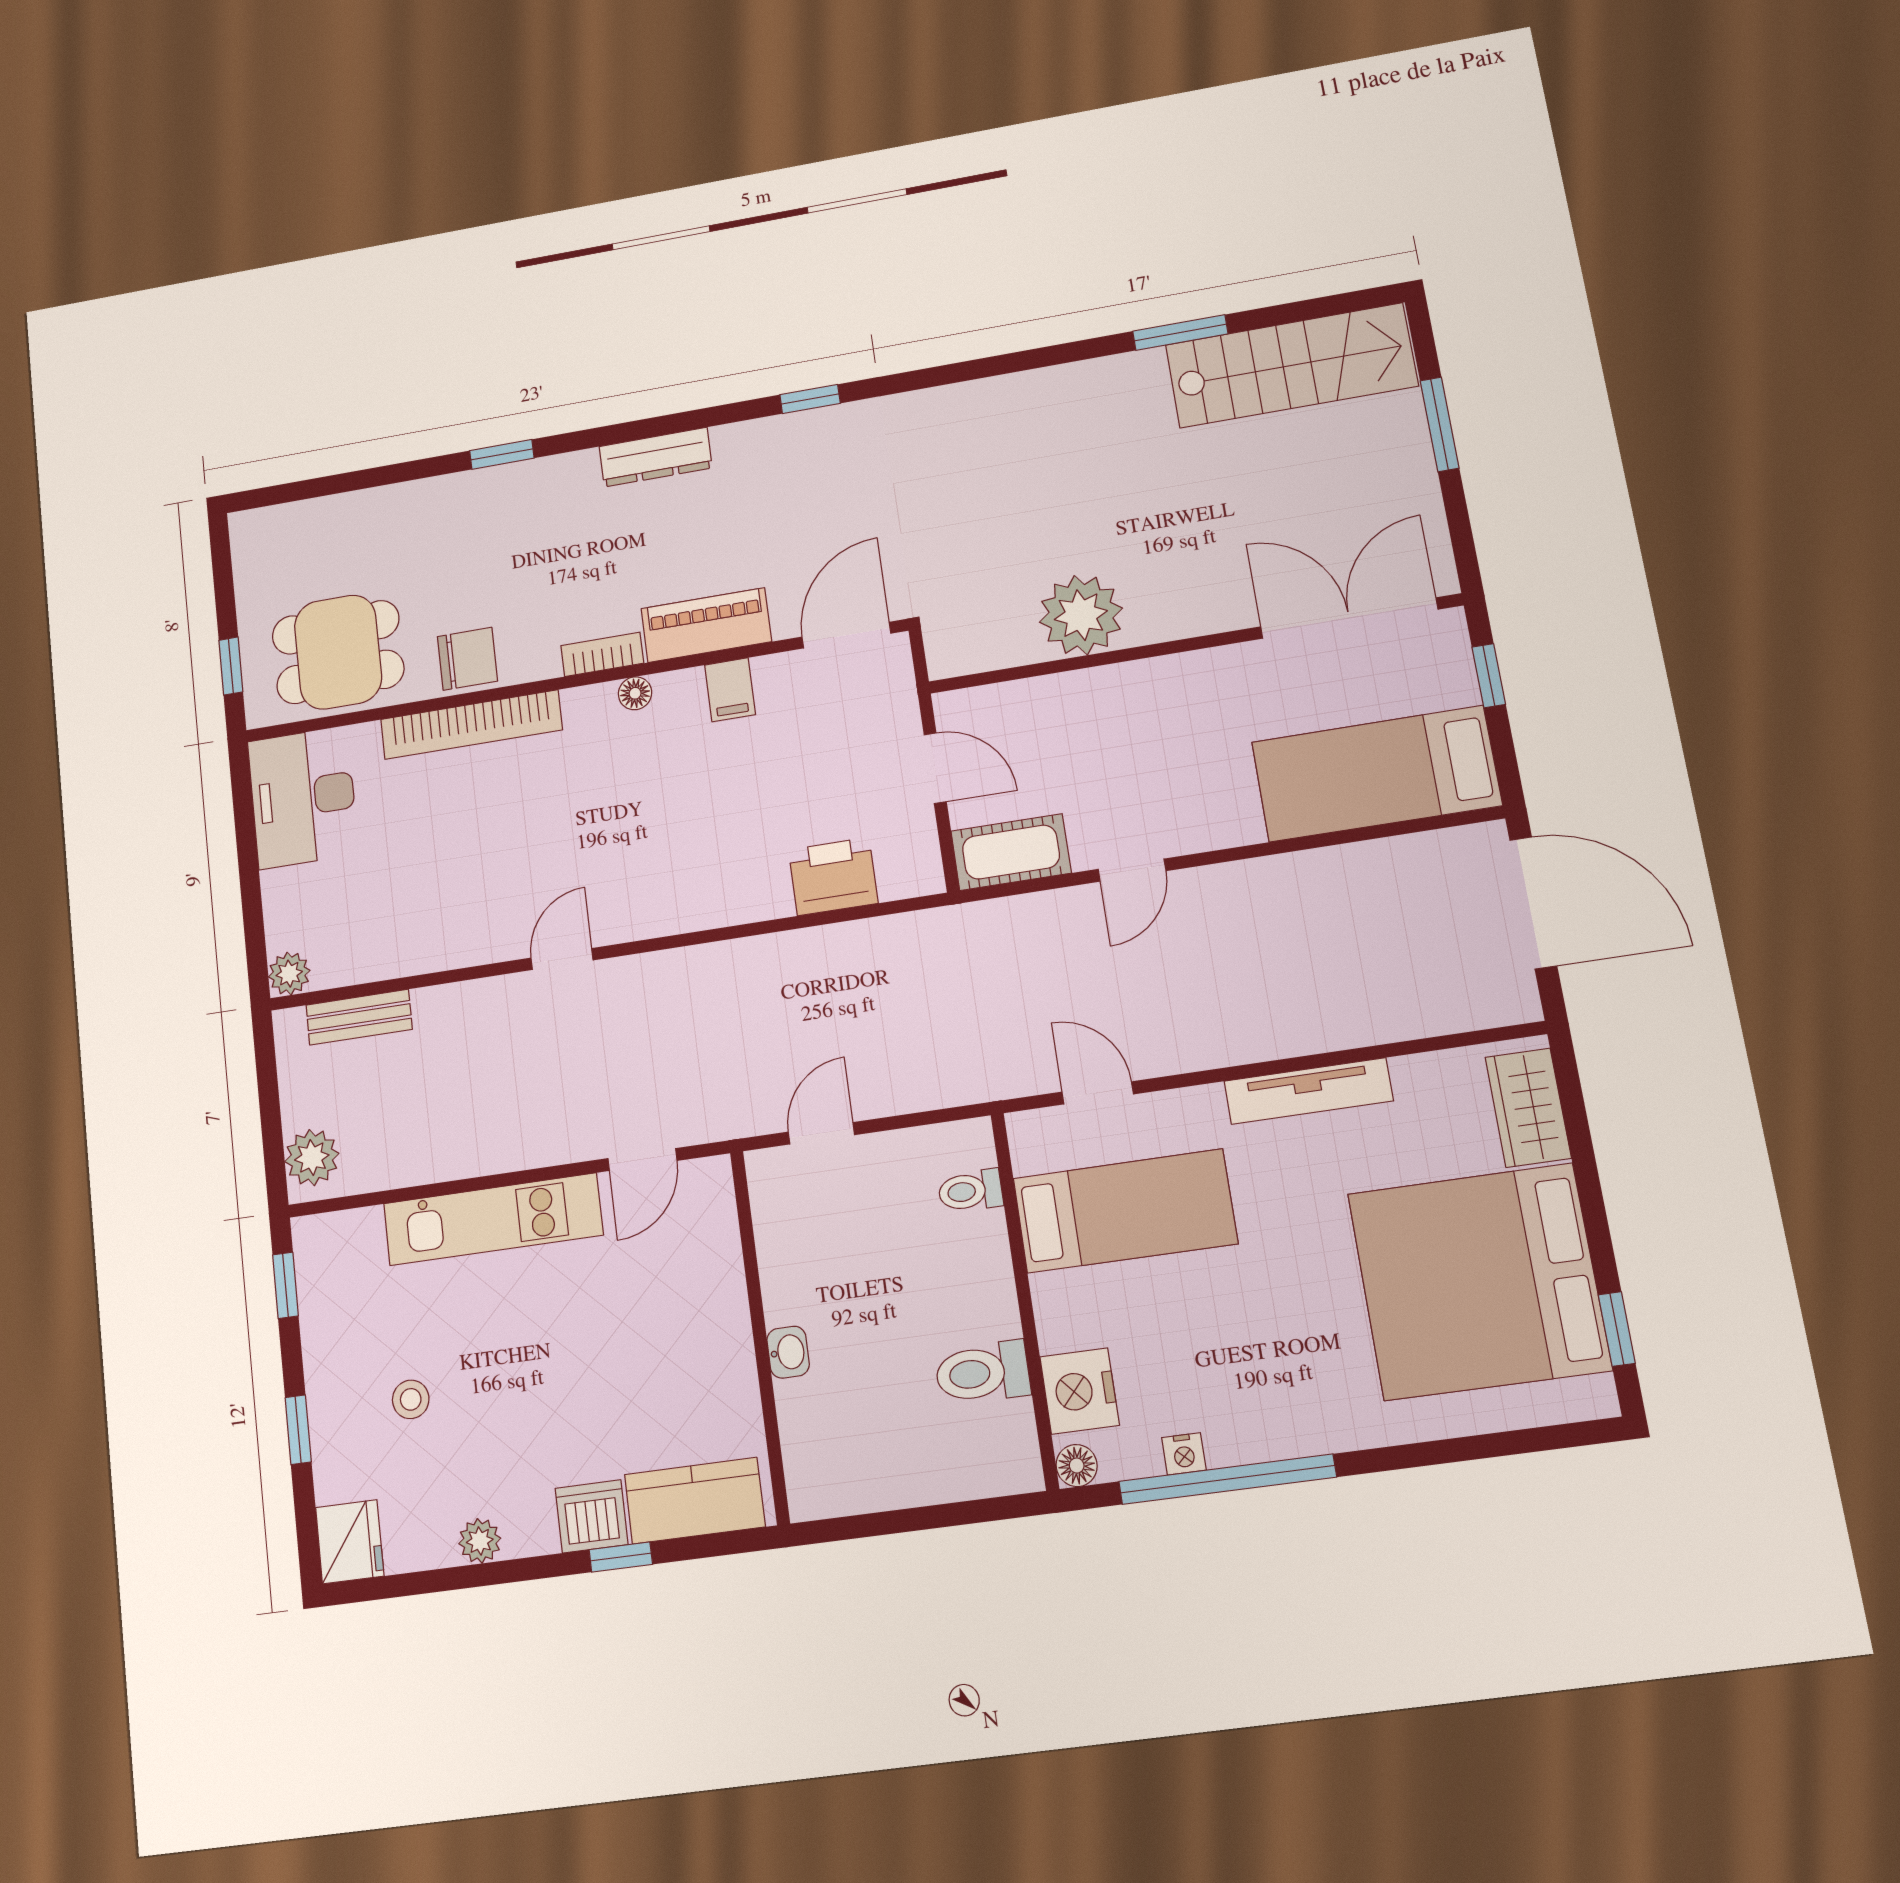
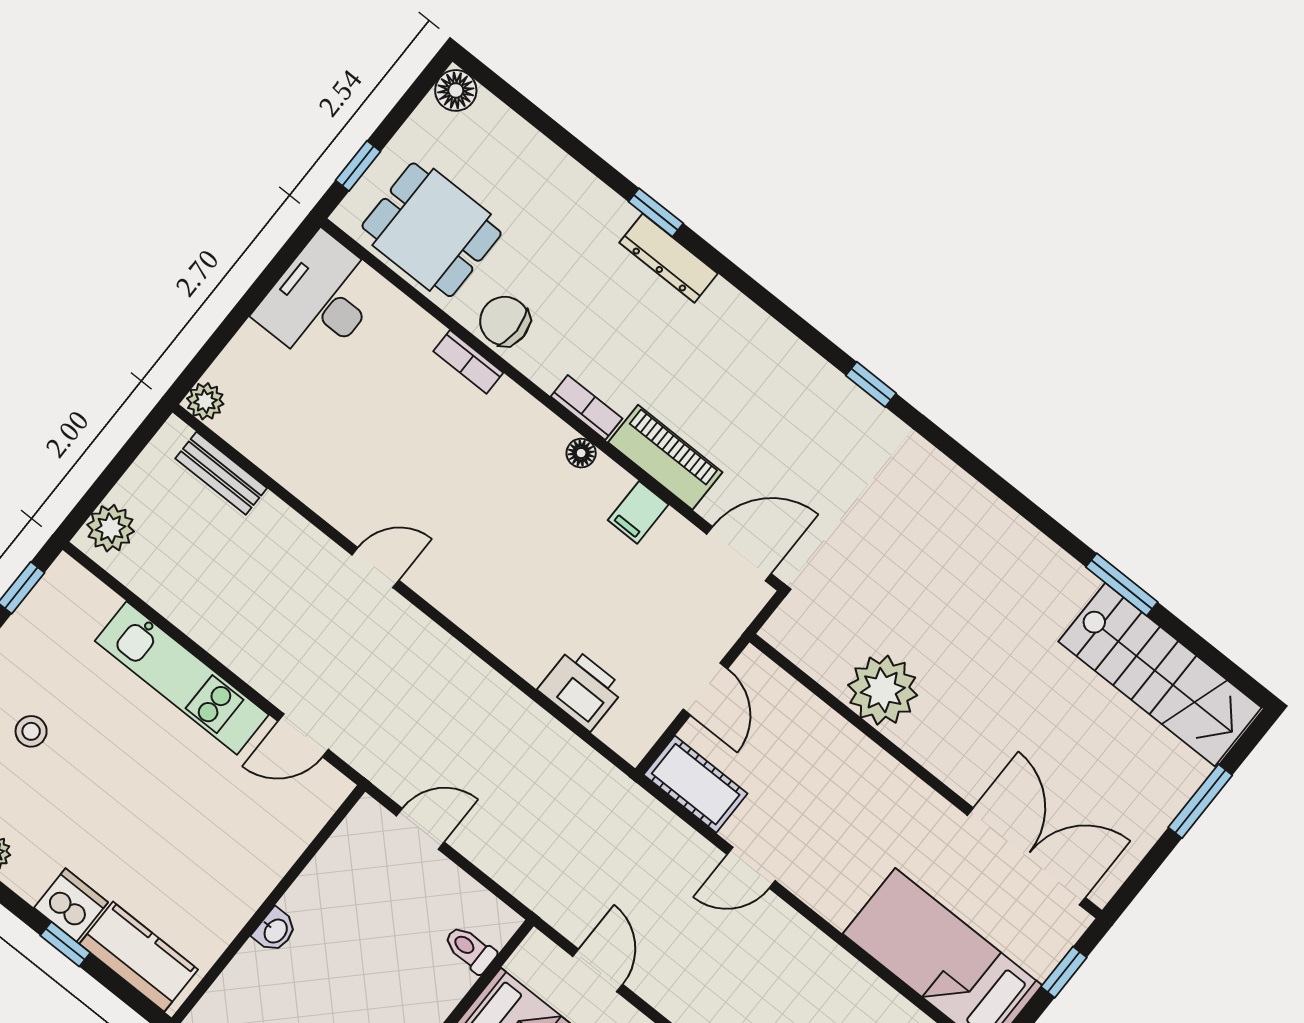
dresser: (656, 457) -> (668, 258), moved
floor lamp: (251, 531) -> (456, 90), added
chair: (467, 659) -> (505, 321), turned 180
bookcase: (471, 725) -> (468, 362), width x0.43, depth x0.76

